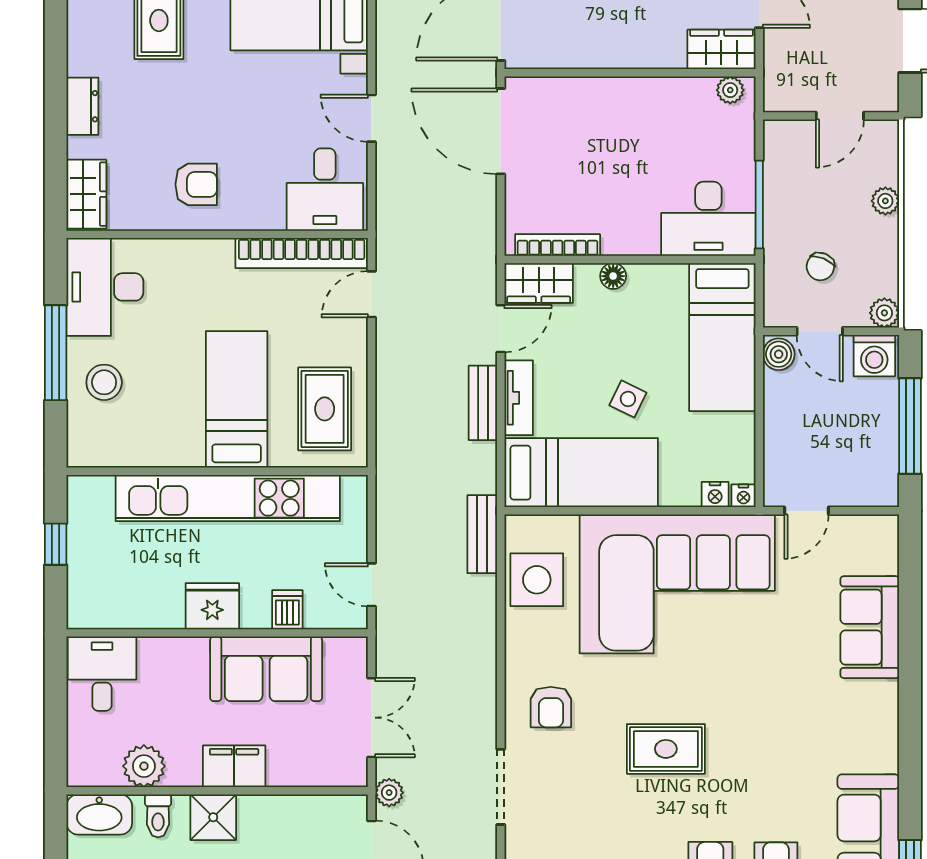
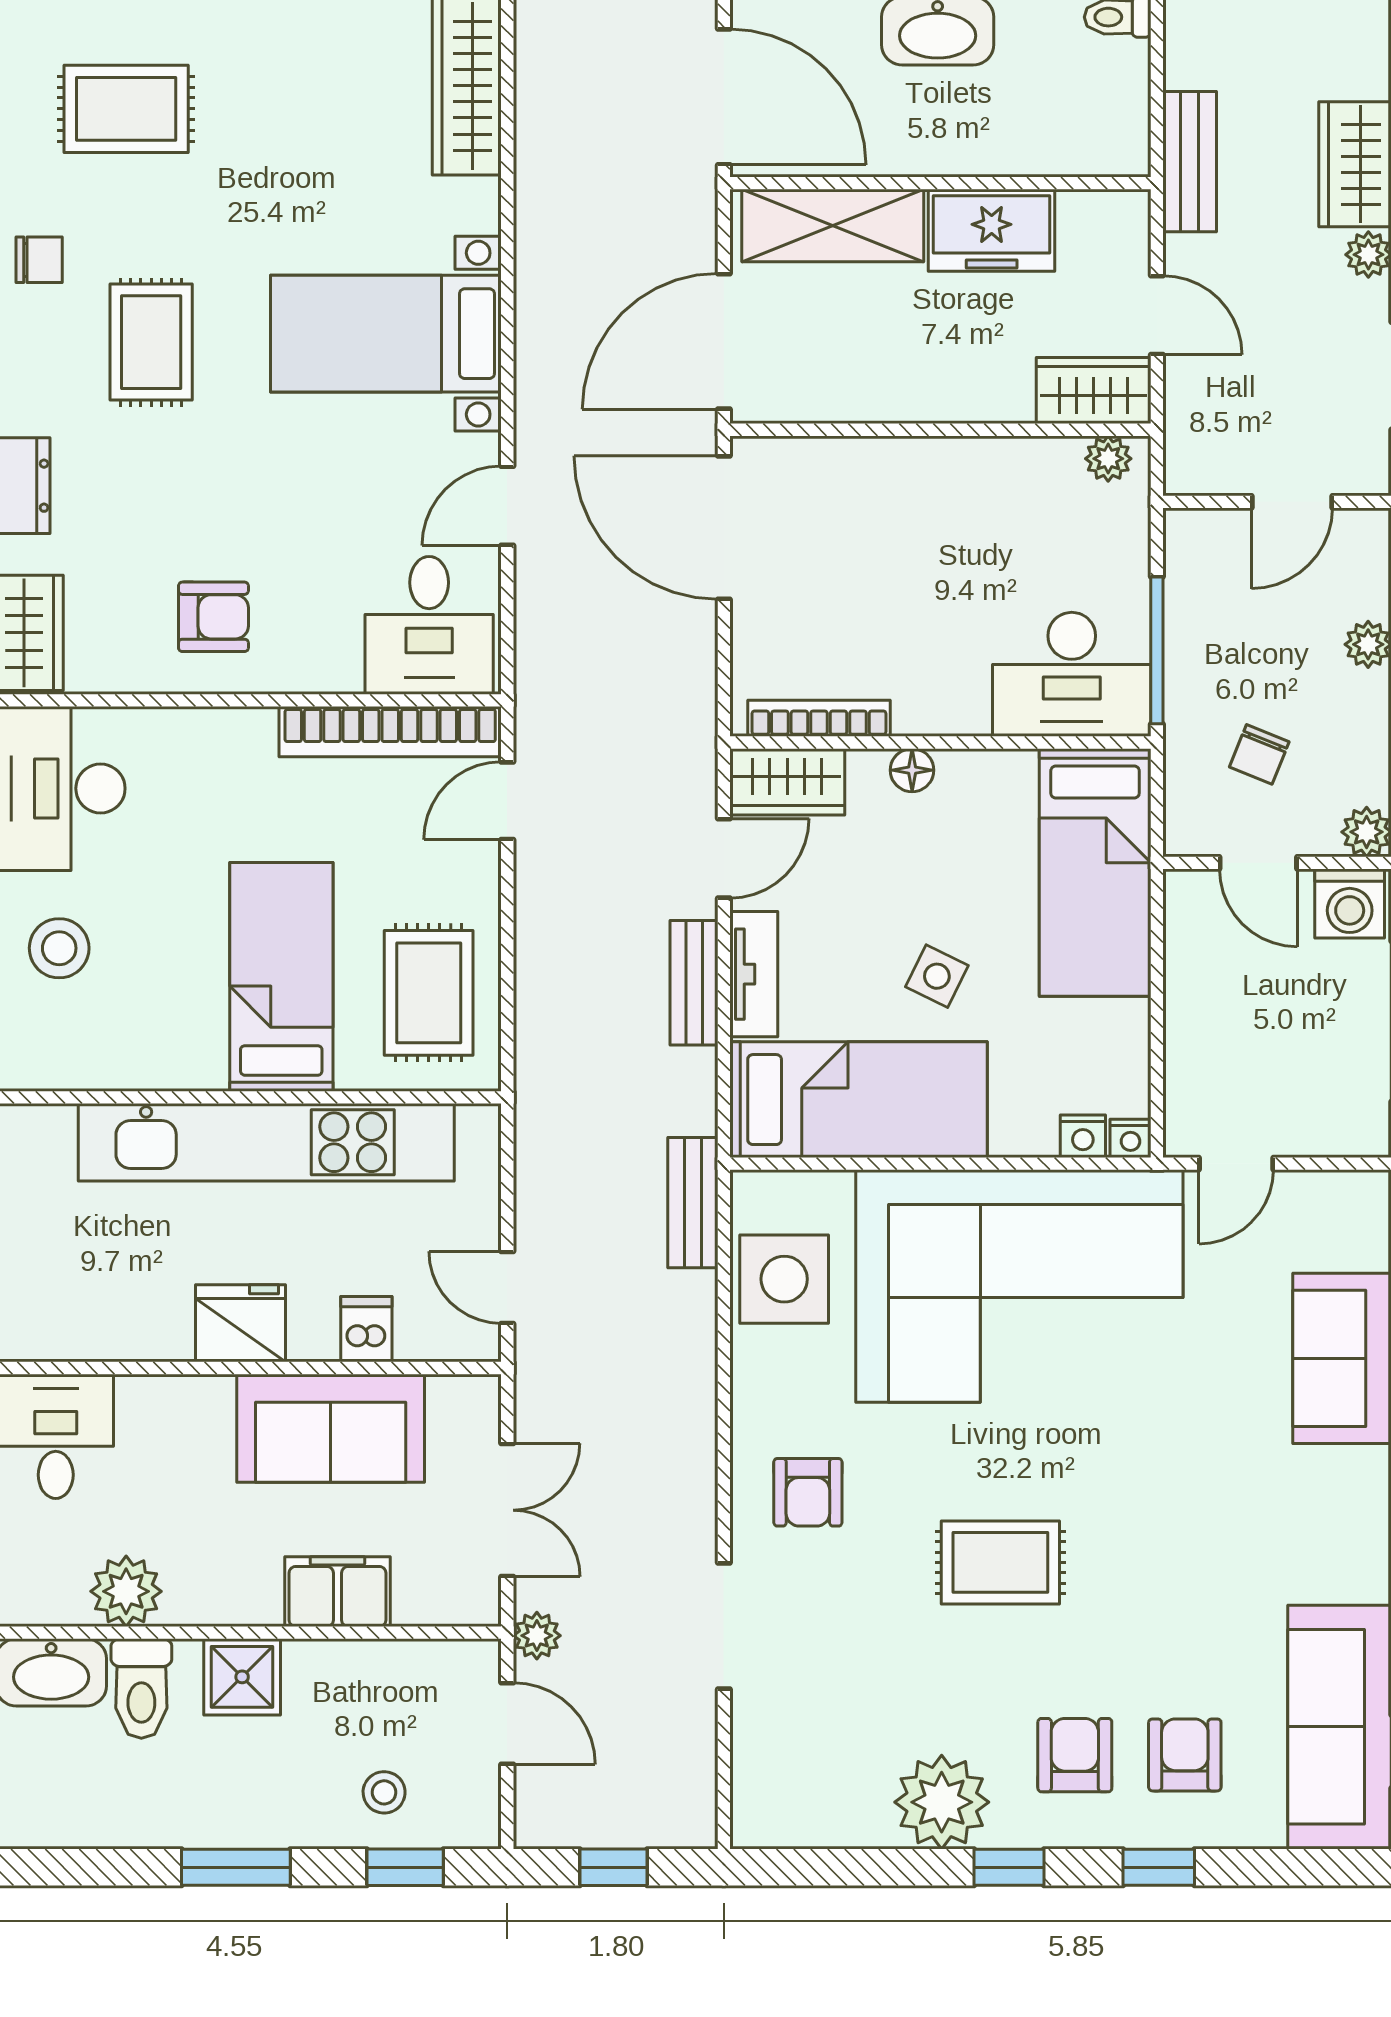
door: (371, 118) -> (507, 506), hinge flipped
boiler: (779, 354) -> (1189, 901), removed
filing cabinet: (234, 766) -> (337, 1592), moved
toilet: (158, 816) -> (141, 1689), width x1.37, depth x1.39

